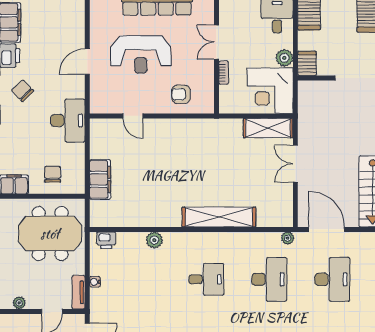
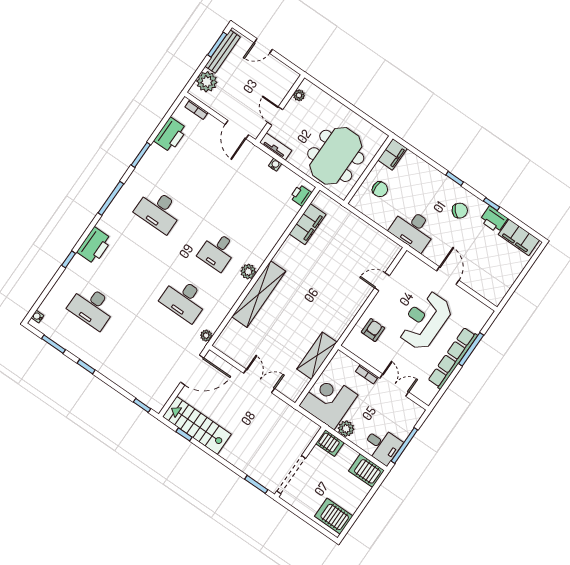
shelving: (268, 128) -> (317, 356), moved
filing cabinet: (100, 179) -> (308, 224), moved, turned -90
plant: (154, 240) -> (248, 272), moved
desk: (332, 279) -> (151, 348), removed

